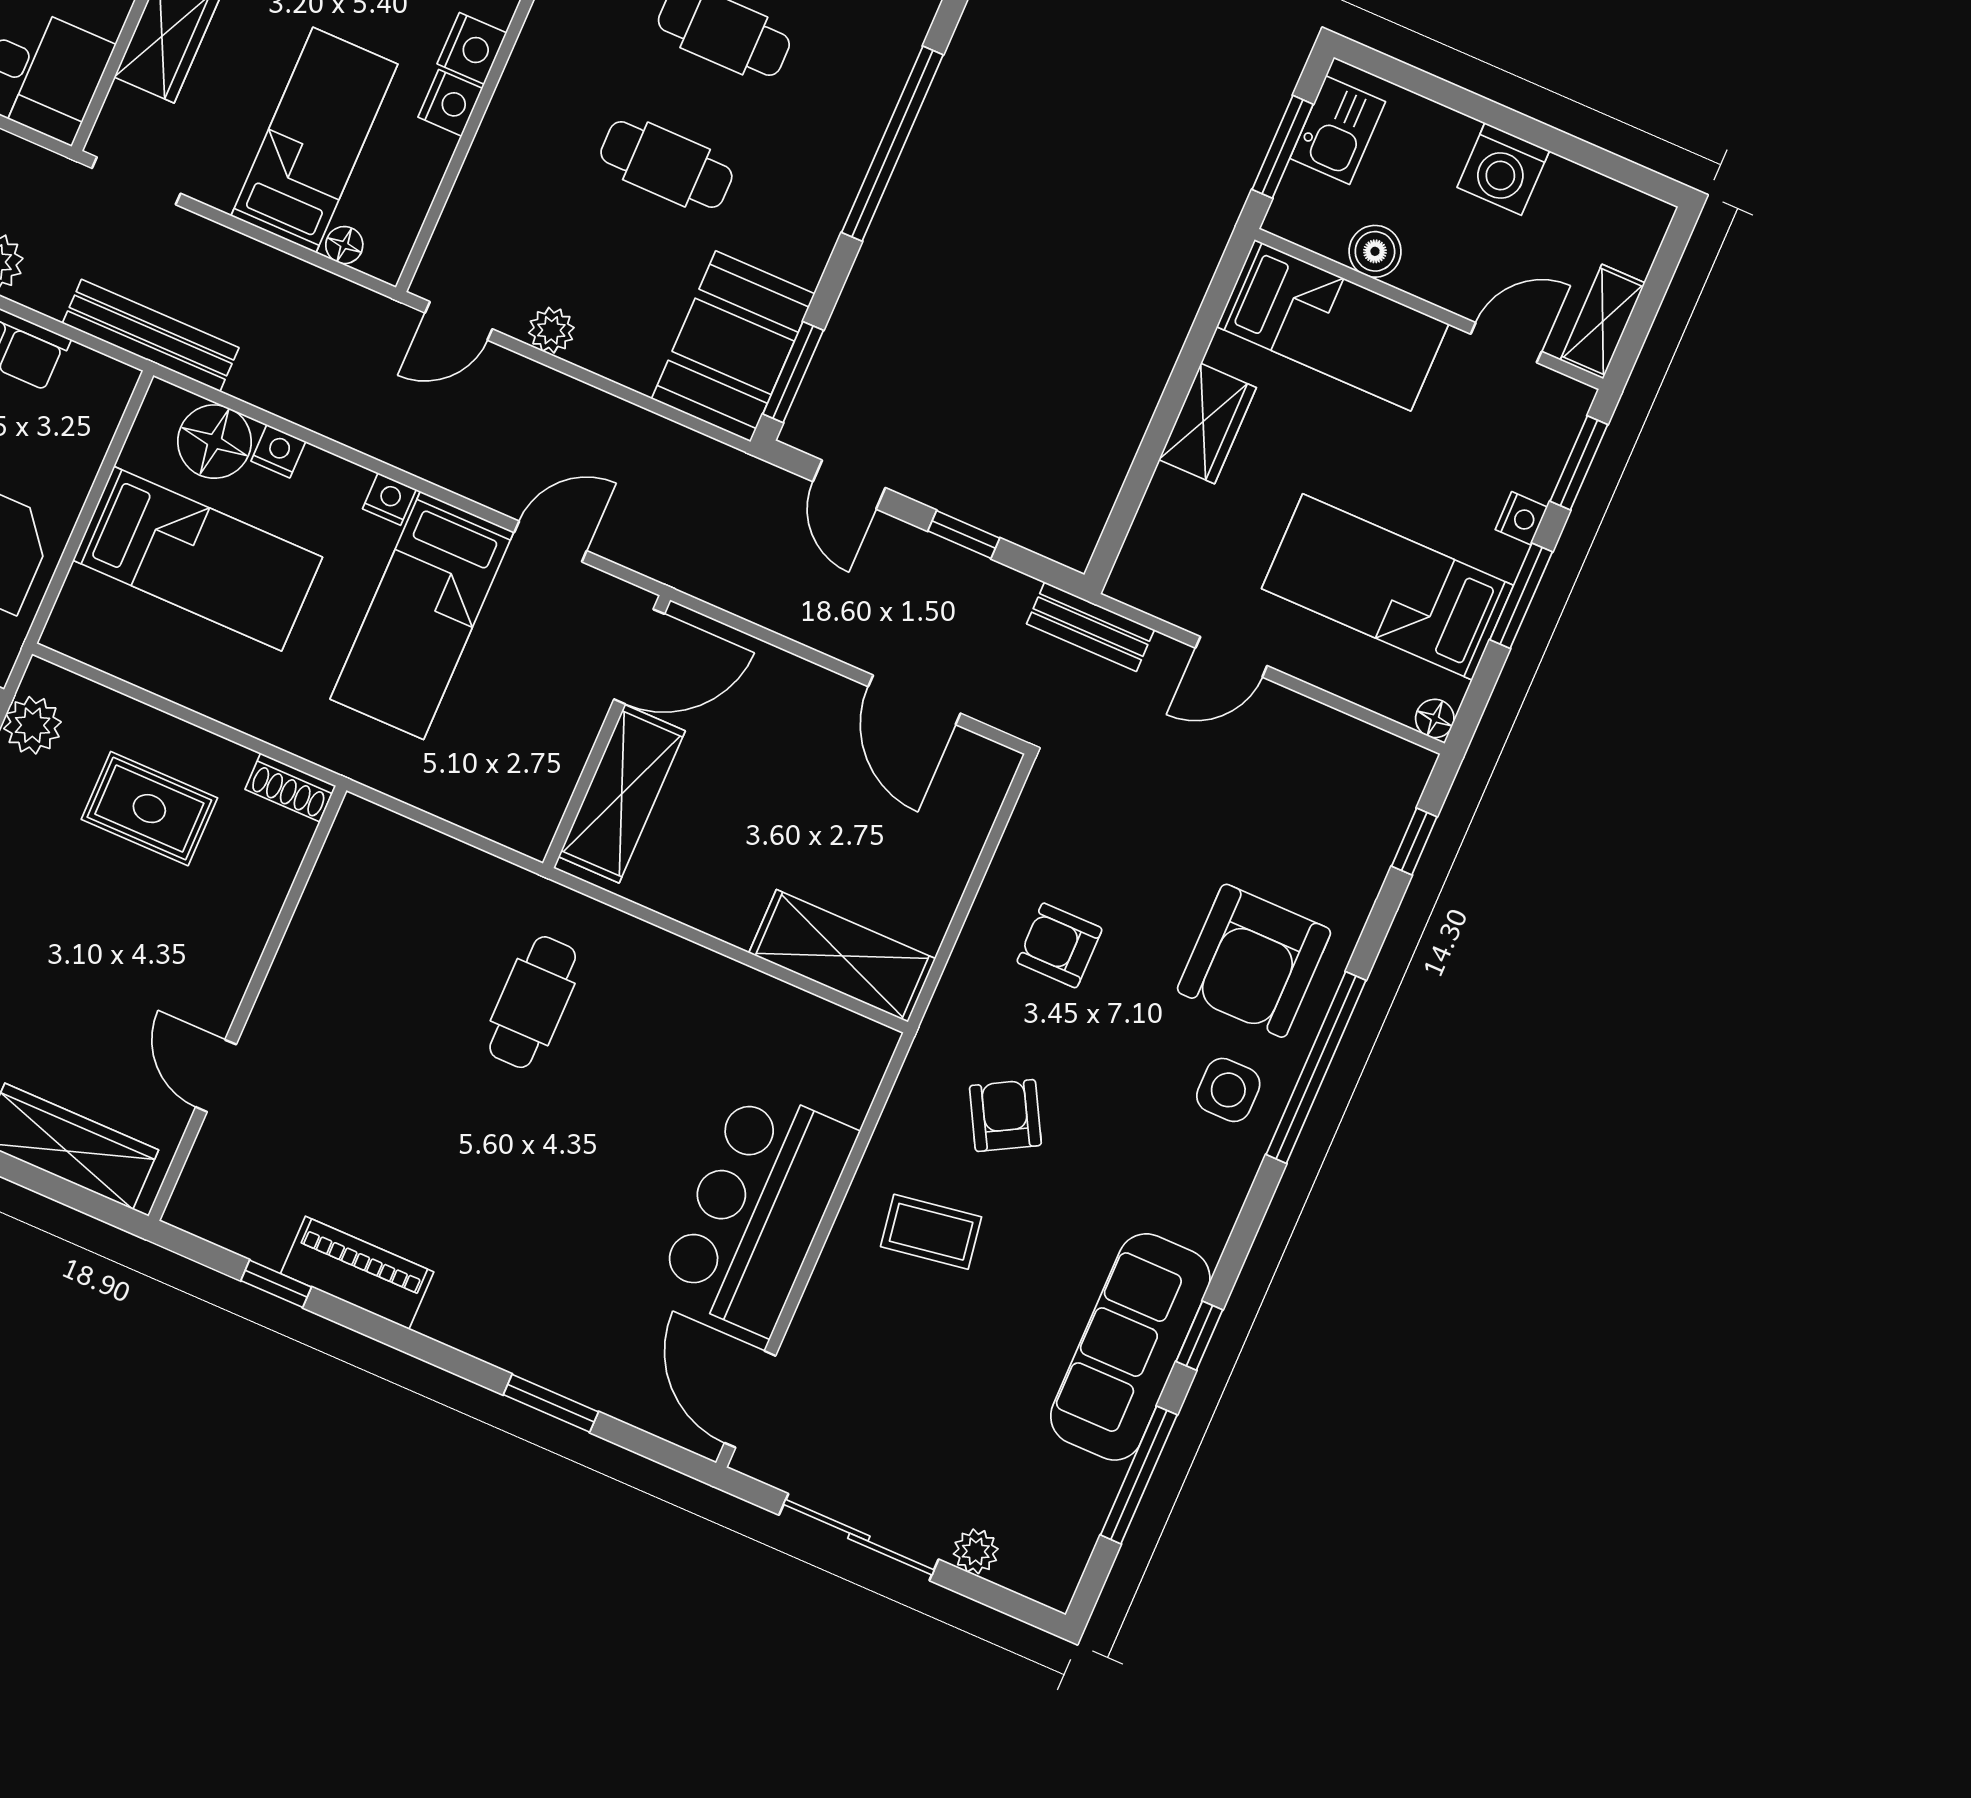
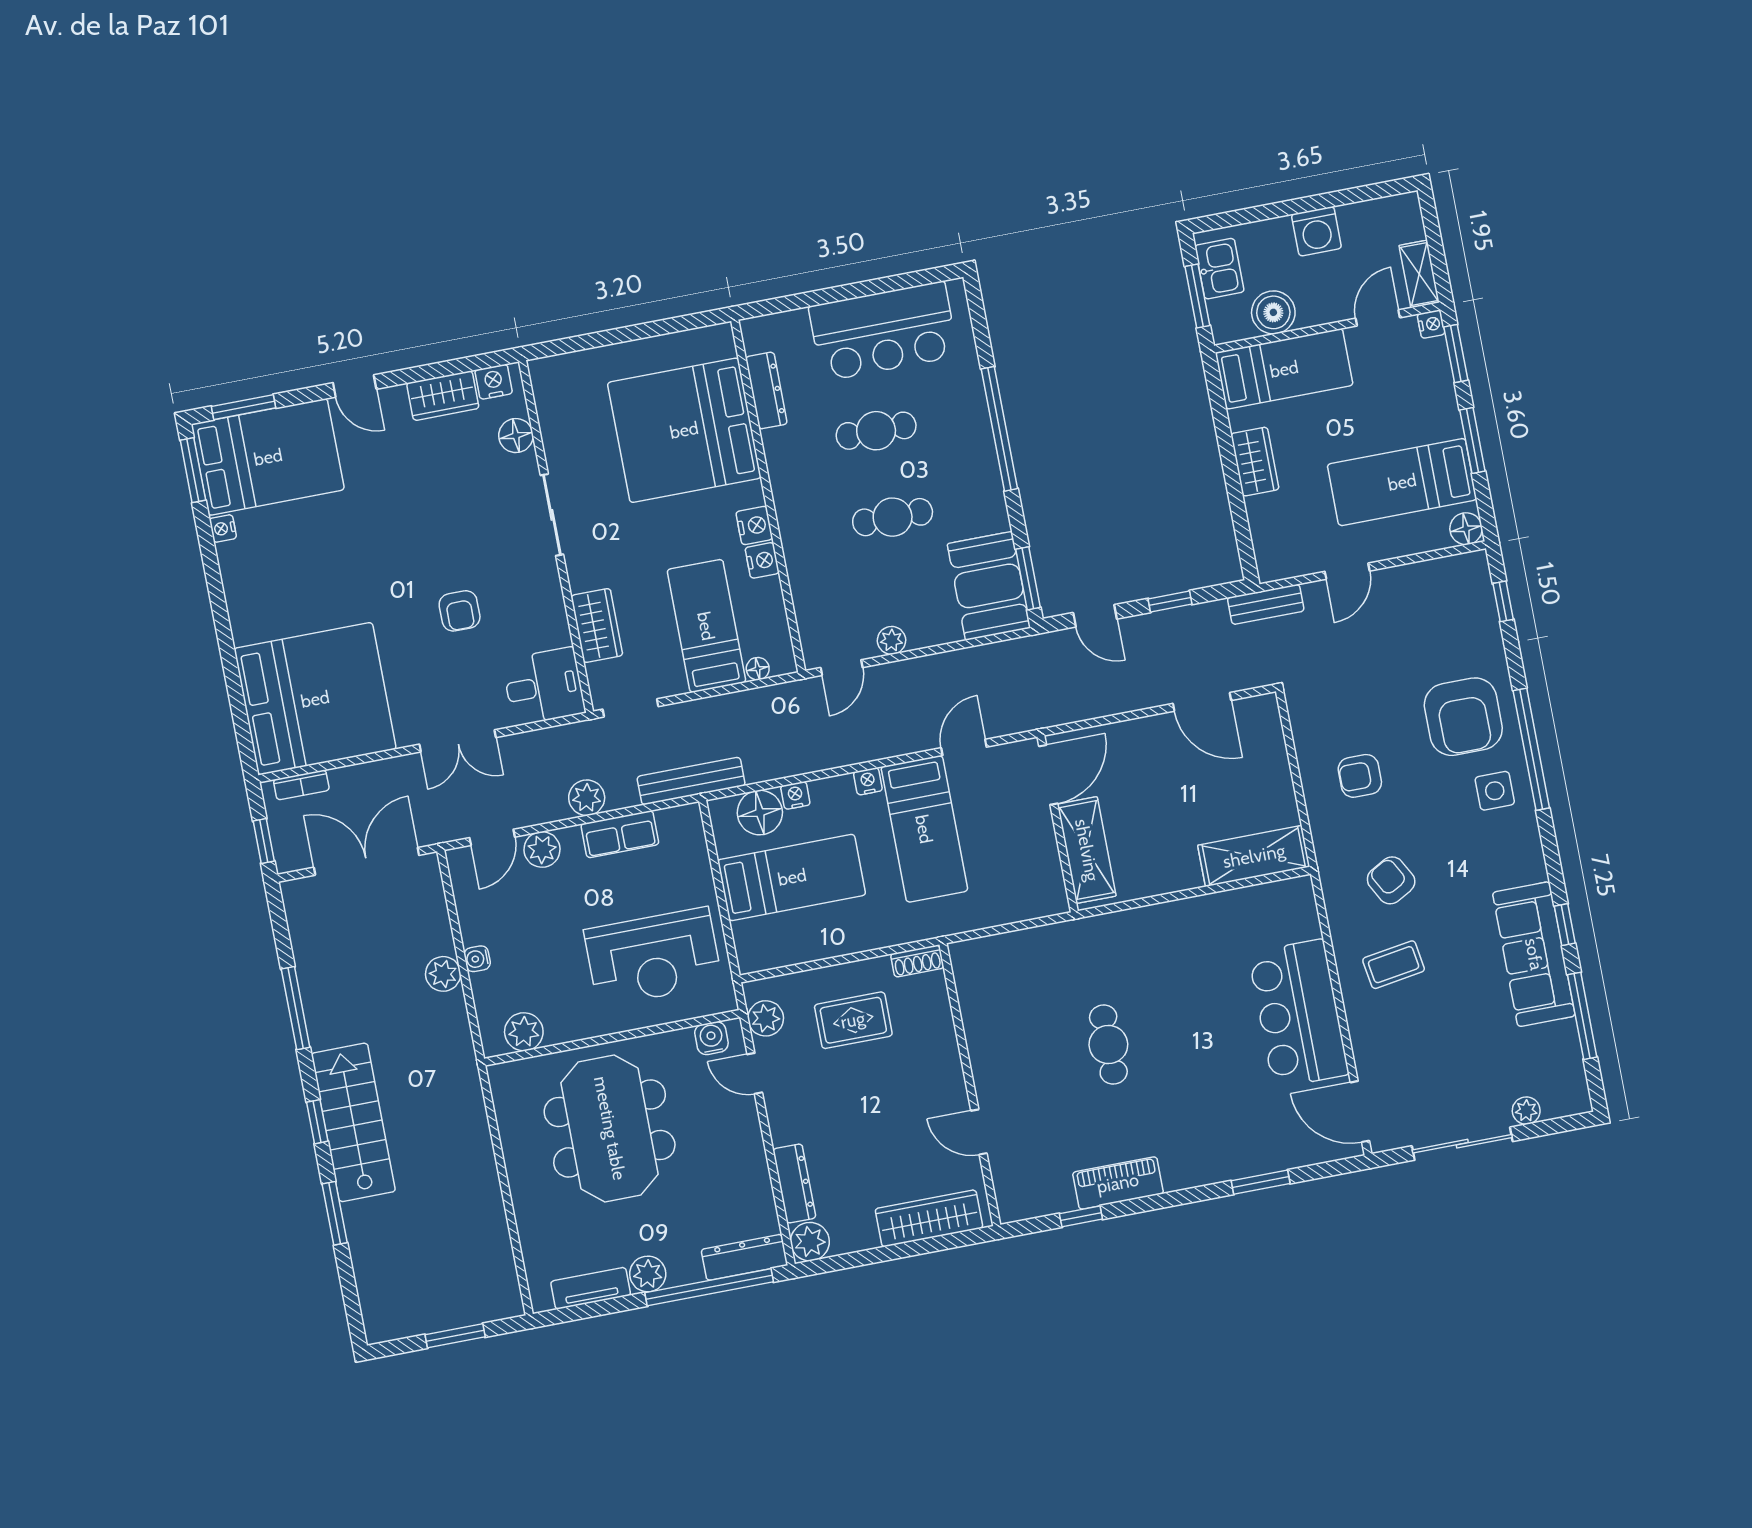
boiler: (1375, 251) -> (1273, 312), width x1.36, depth x1.36
nightstand: (1521, 518) -> (1431, 324), moved
floor lamp: (1435, 718) -> (1466, 529), width x1.37, depth x1.37
cafe table: (533, 1002) -> (1108, 1045), moved

